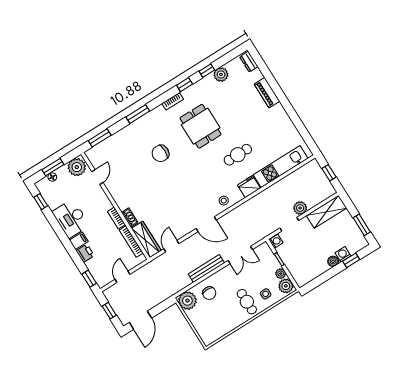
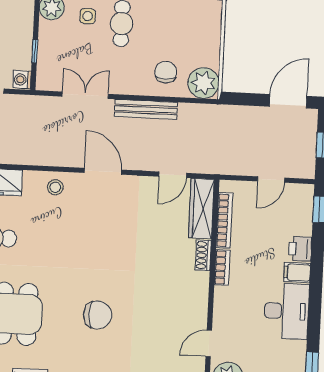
plant: (281, 274) -> (47, 30), removed

